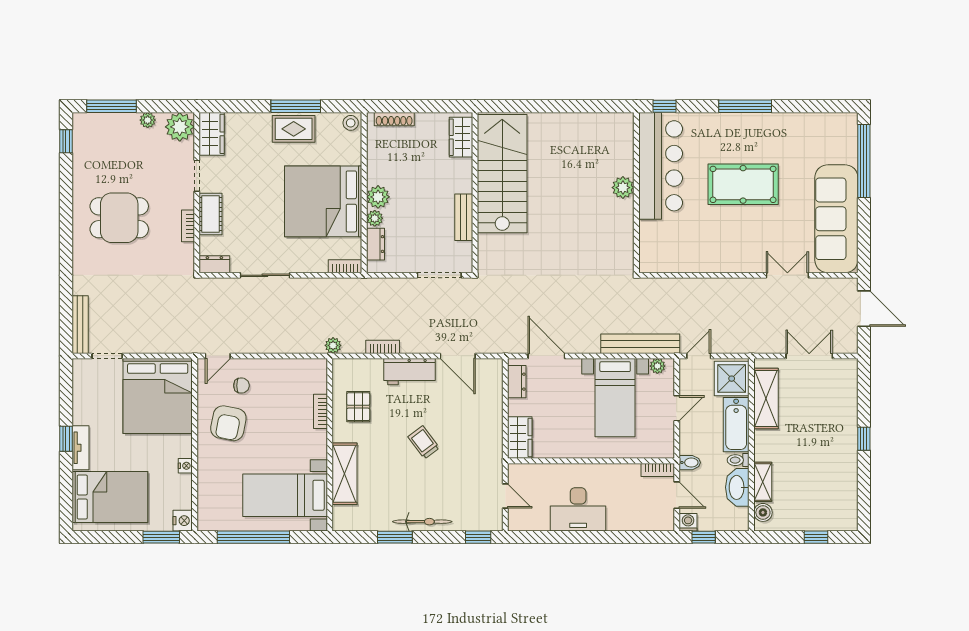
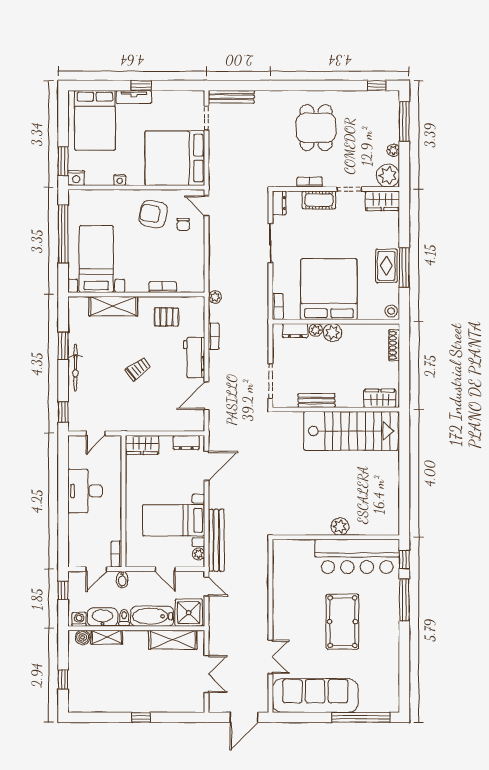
window: (745, 106) -> (404, 600), moved
washing machine: (688, 522) -> (79, 619), moved, turned -90

